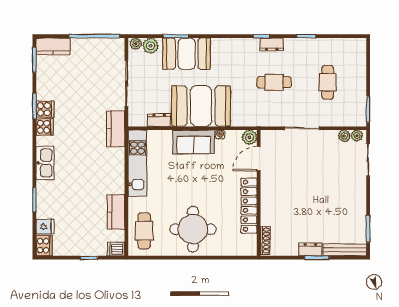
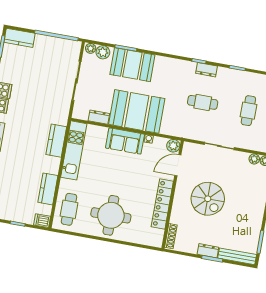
kitchen counter: (116, 129) -> (56, 141), moved
spiral stairs: (299, 191) -> (208, 199), added

